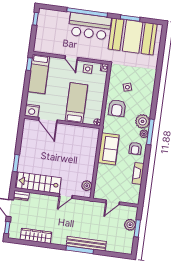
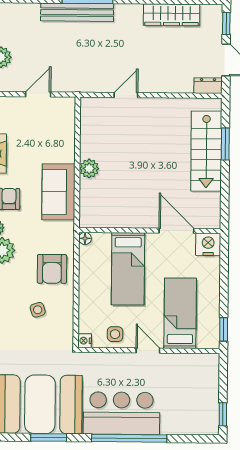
bed: (39, 74) -> (180, 313), moved
armchair: (117, 108) -> (52, 269), turned 180
stairs: (39, 183) -> (206, 151), moved, turned 90
plant: (87, 186) -> (89, 168), moved

